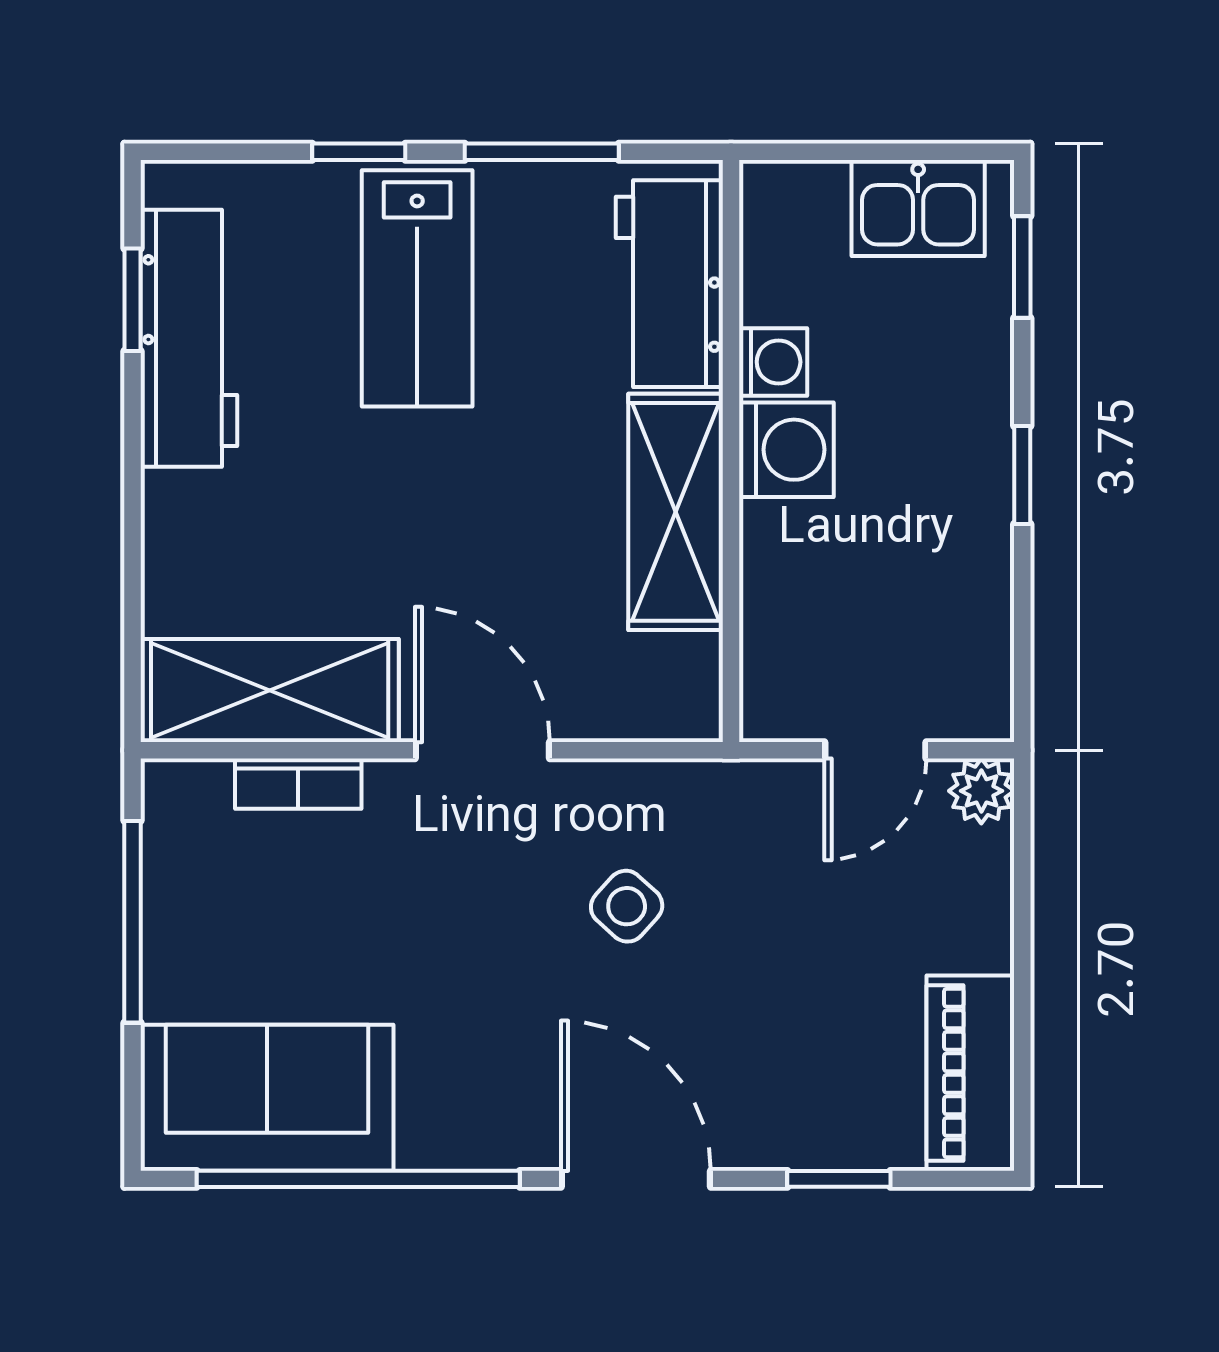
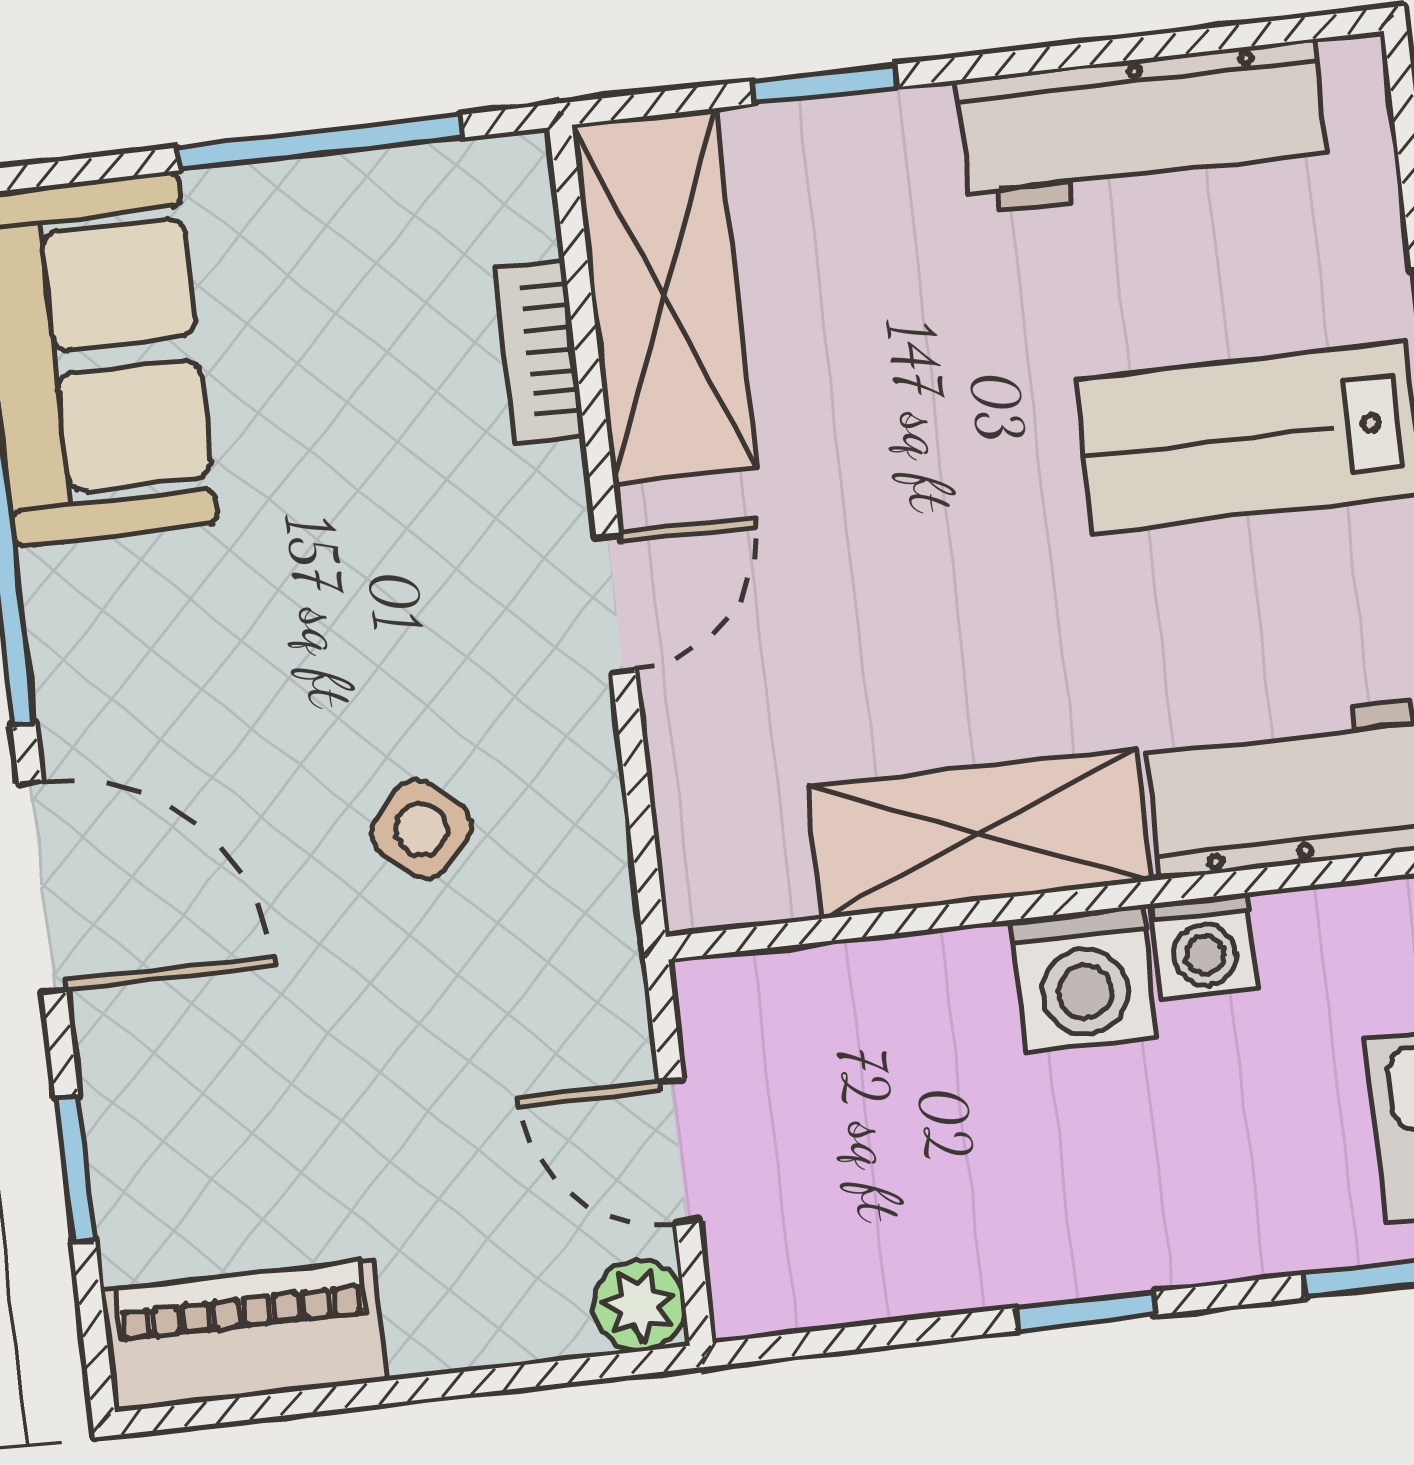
window: (133, 300) -> (825, 84), moved
door: (482, 750) -> (616, 603), width x0.73
door: (636, 1179) -> (43, 886), hinge flipped

